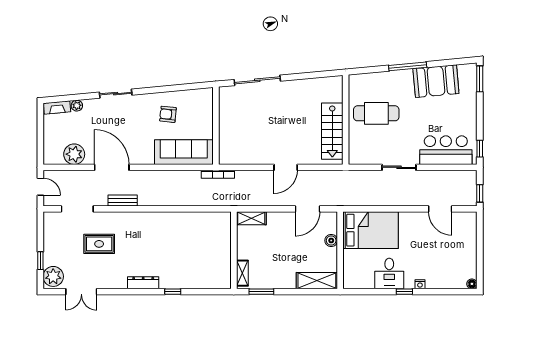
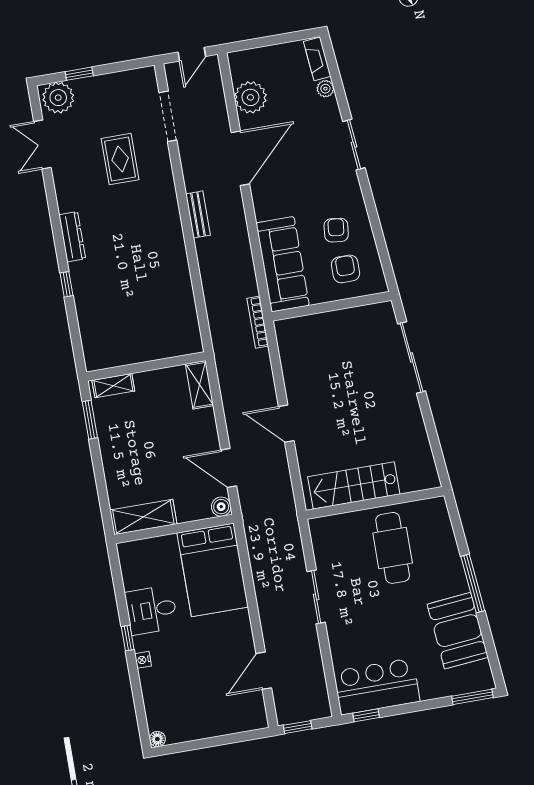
armchair: (194, 113) -> (346, 269), added
bar counter: (446, 150) -> (377, 686), moved, turned -90
bench: (123, 200) -> (198, 214), moved
boiler: (331, 241) -> (221, 507), moved
shelving: (317, 281) -> (143, 517), moved, turned 90

